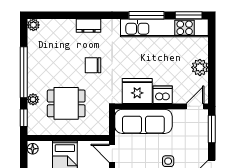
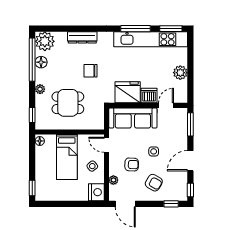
plant: (33, 25) -> (45, 41), width x1.88, depth x1.88
dresser: (89, 26) -> (82, 37), width x1.44
floor lamp: (34, 55) -> (41, 62), added
window: (24, 72) -> (32, 60), moved
plant: (33, 99) -> (40, 89), moved
door: (195, 106) -> (166, 105), moved

